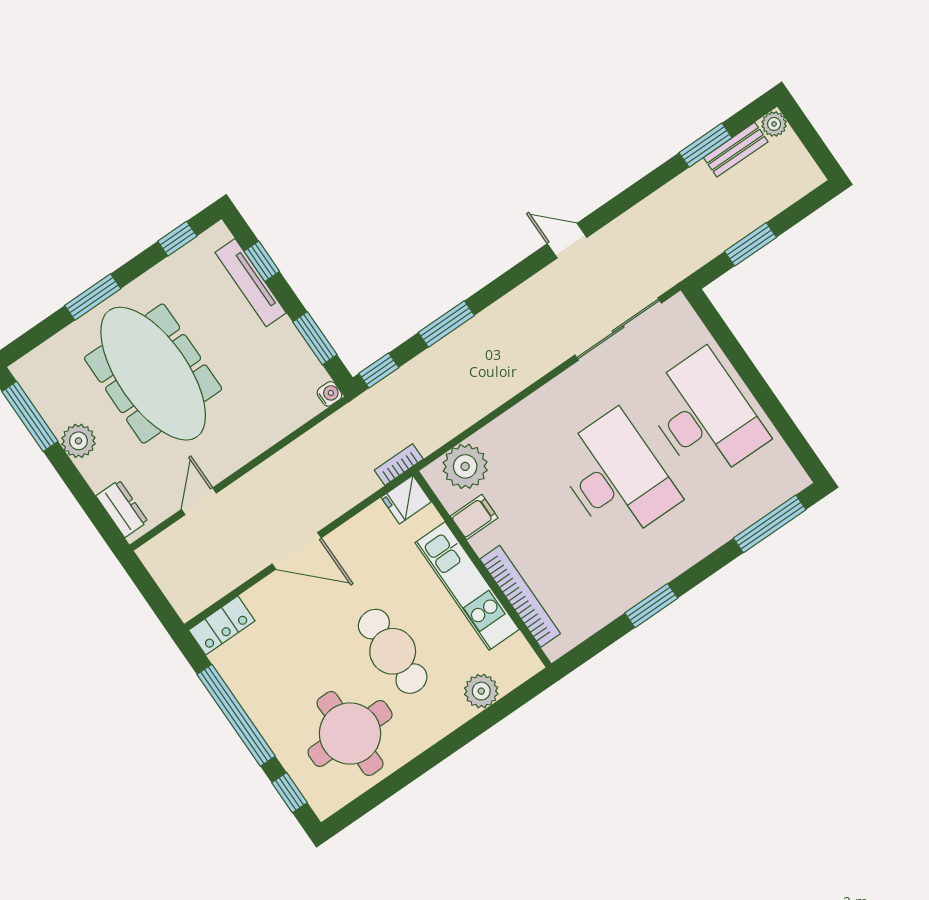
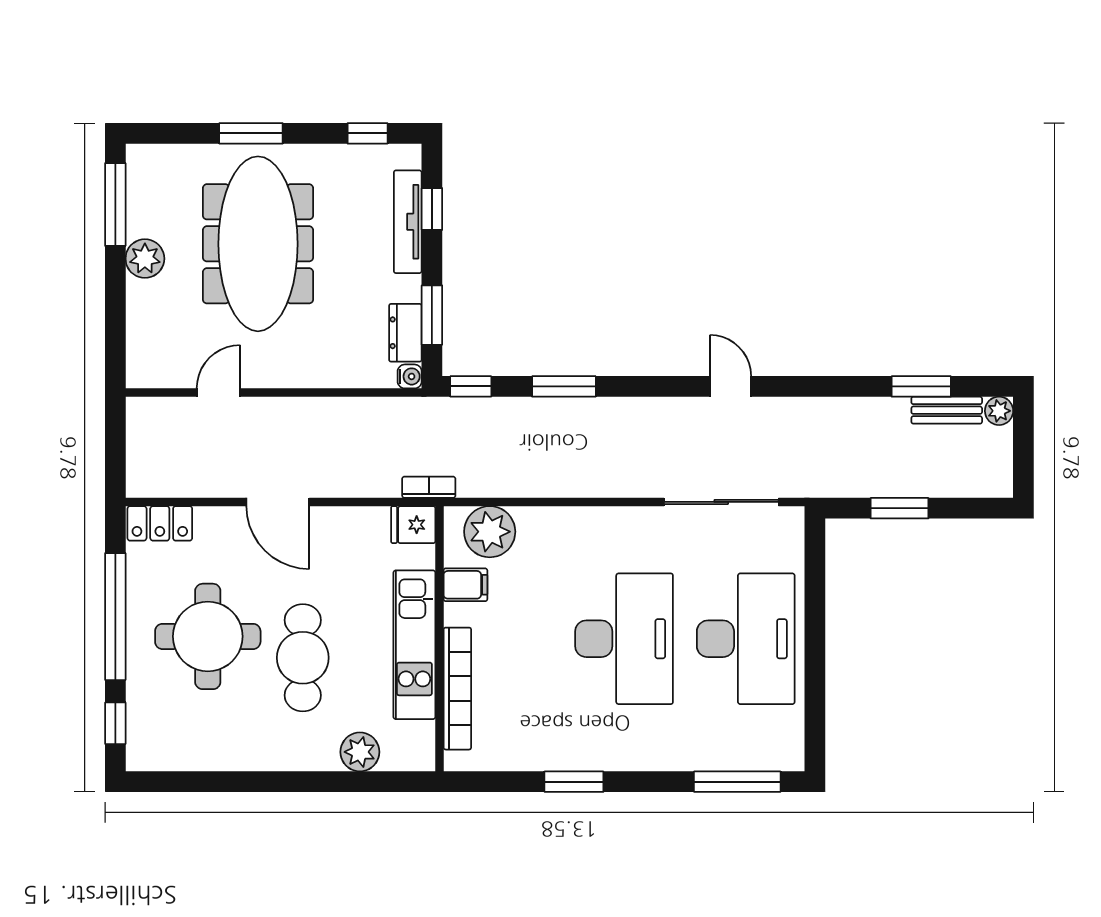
dresser: (122, 509) -> (405, 333), moved, turned 180
round table: (350, 733) -> (208, 636), moved

